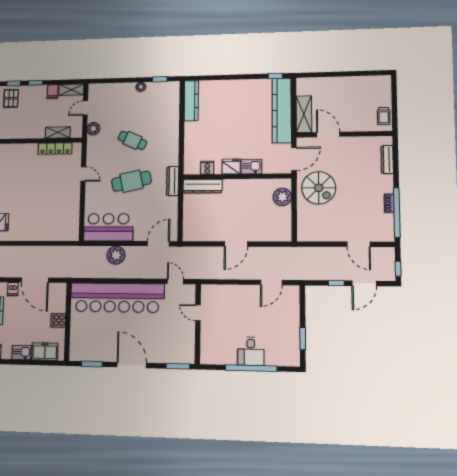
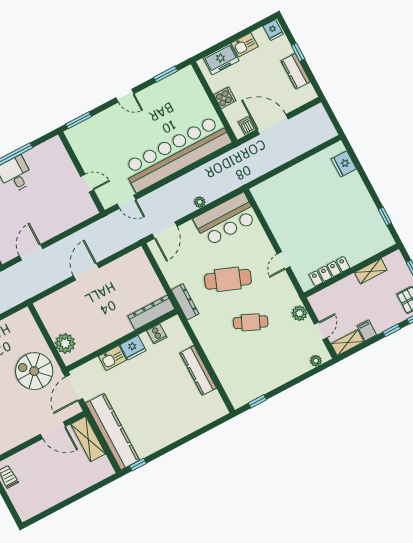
plant: (141, 87) -> (316, 361), moved
kitchen counter: (191, 101) -> (198, 370), moved
shelving: (58, 133) -> (371, 271), moved
door: (83, 174) -> (283, 260), hinge flipped
cafe table: (131, 181) -> (228, 279), turned 33
plant: (116, 255) -> (200, 202), width x0.53, depth x0.53
dishwasher: (13, 289) -> (247, 126), moved
door: (132, 365) -> (125, 96), width x0.53

